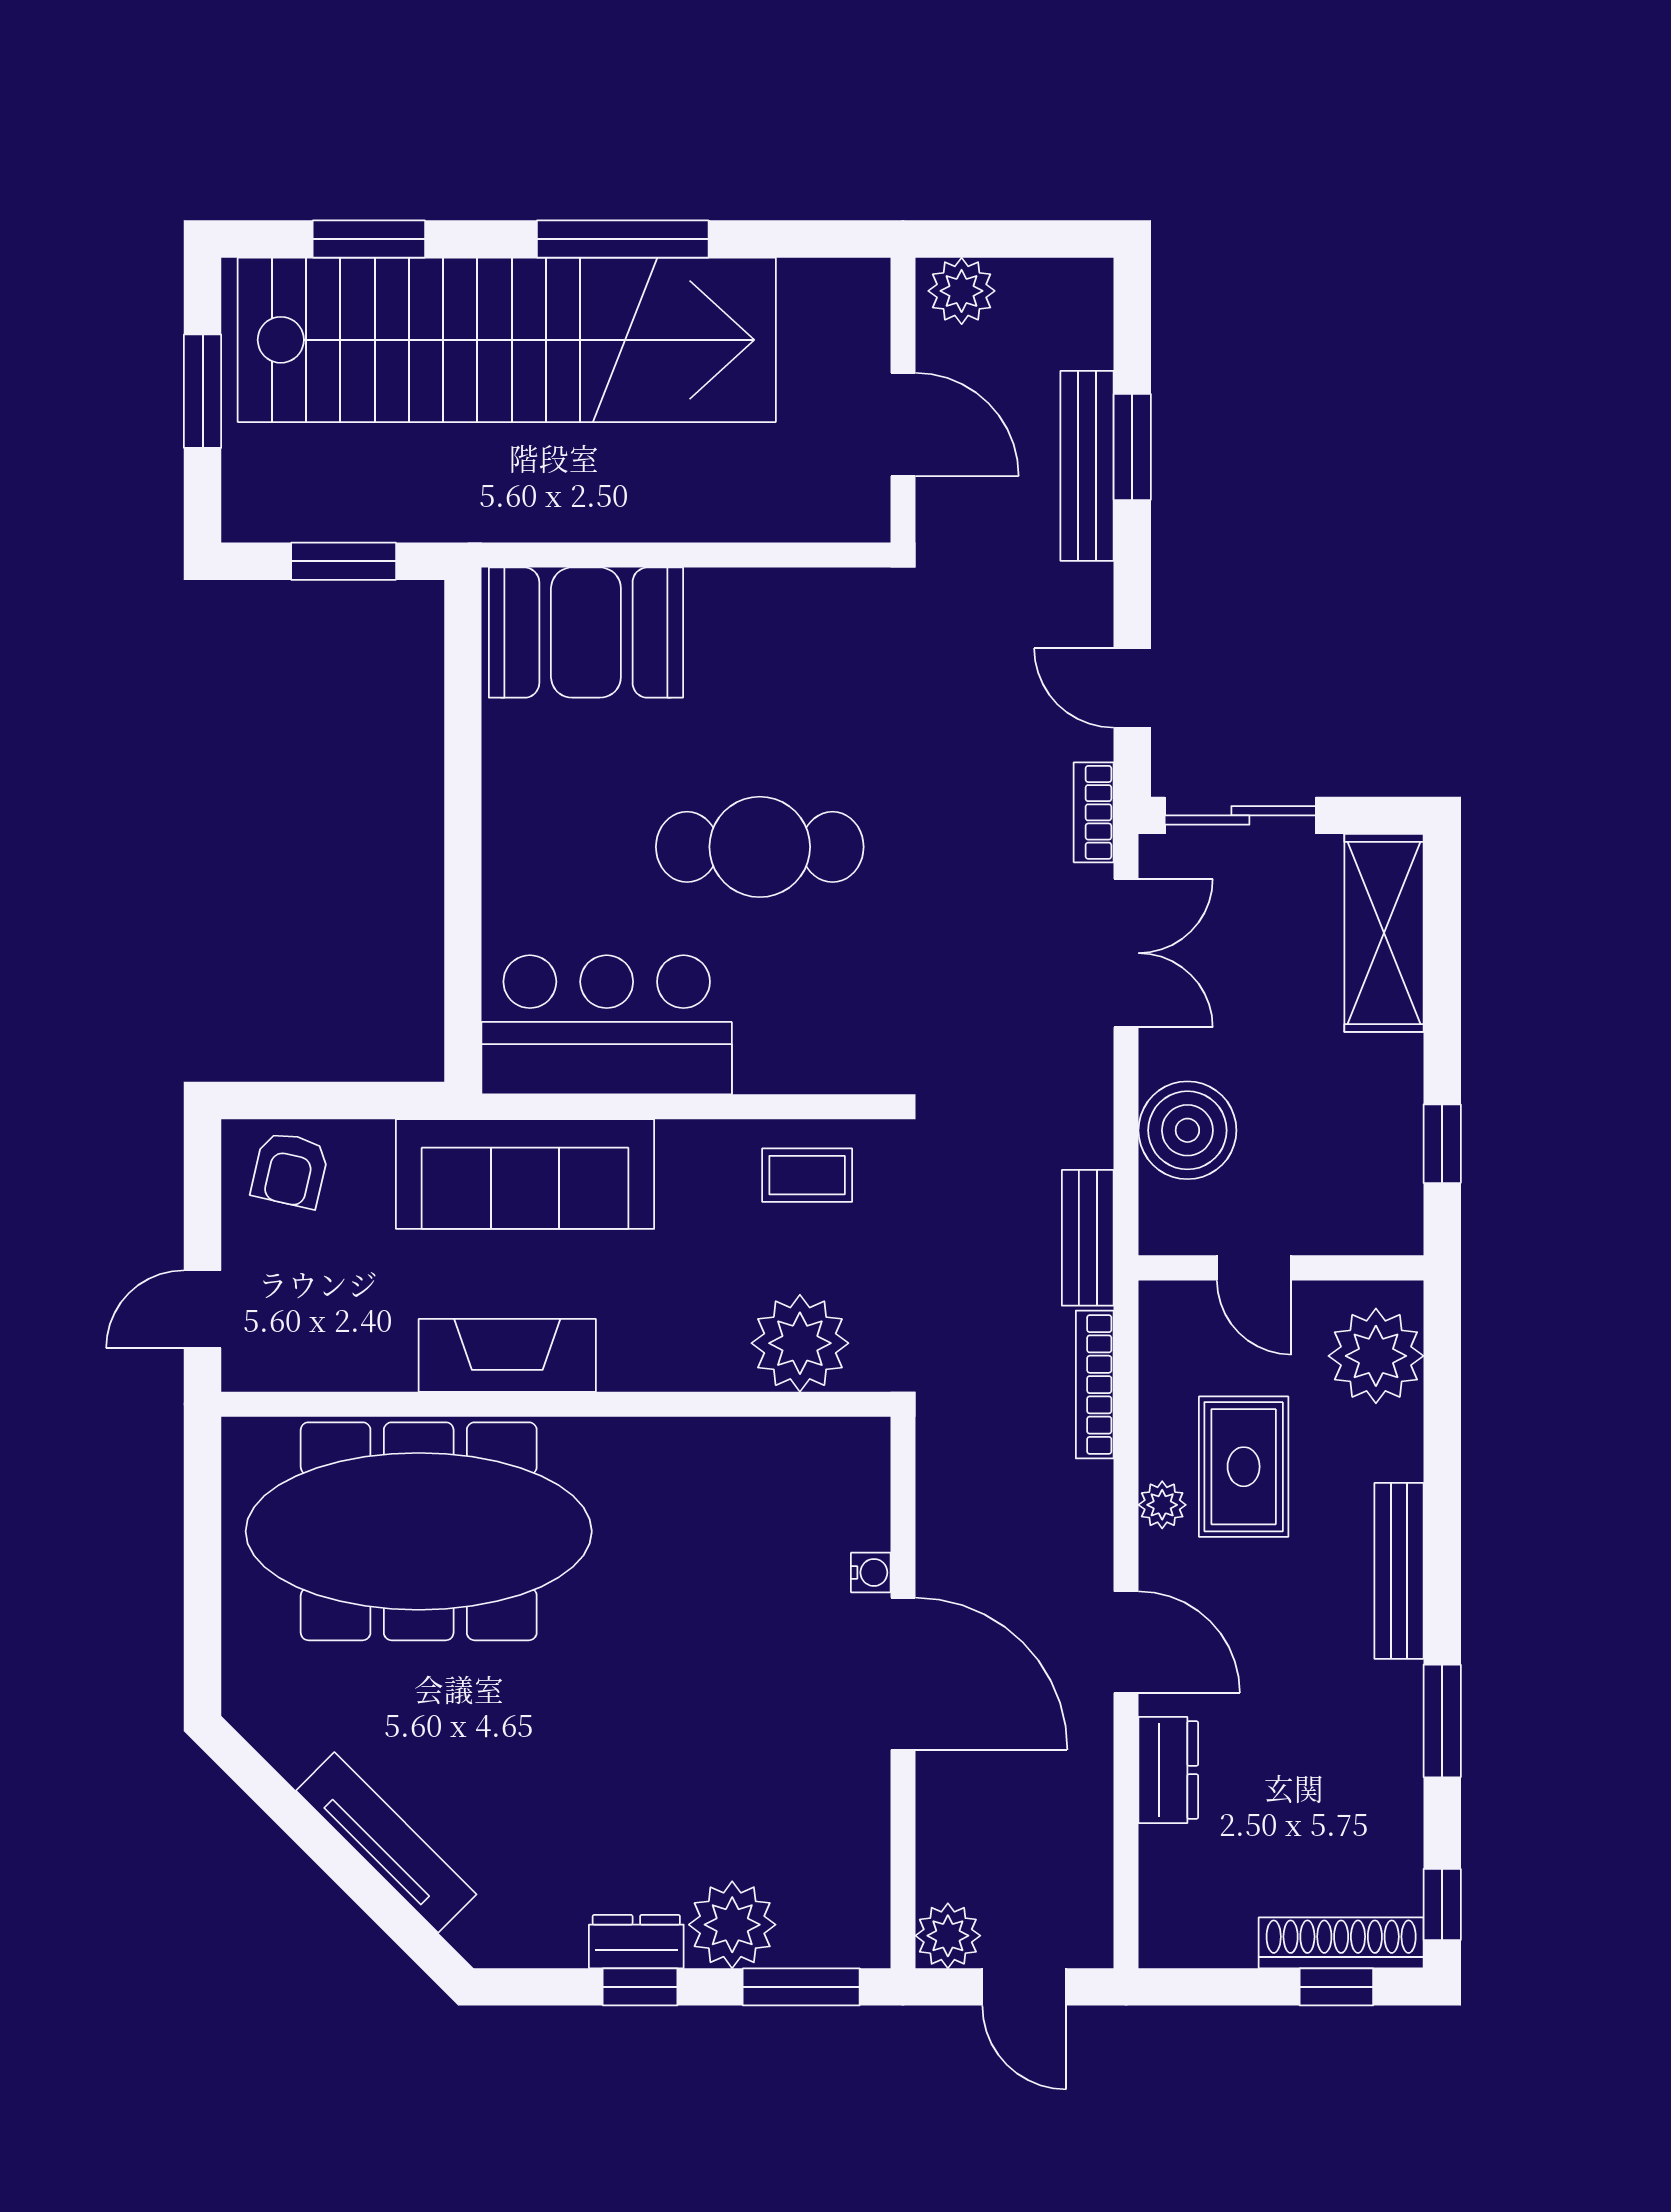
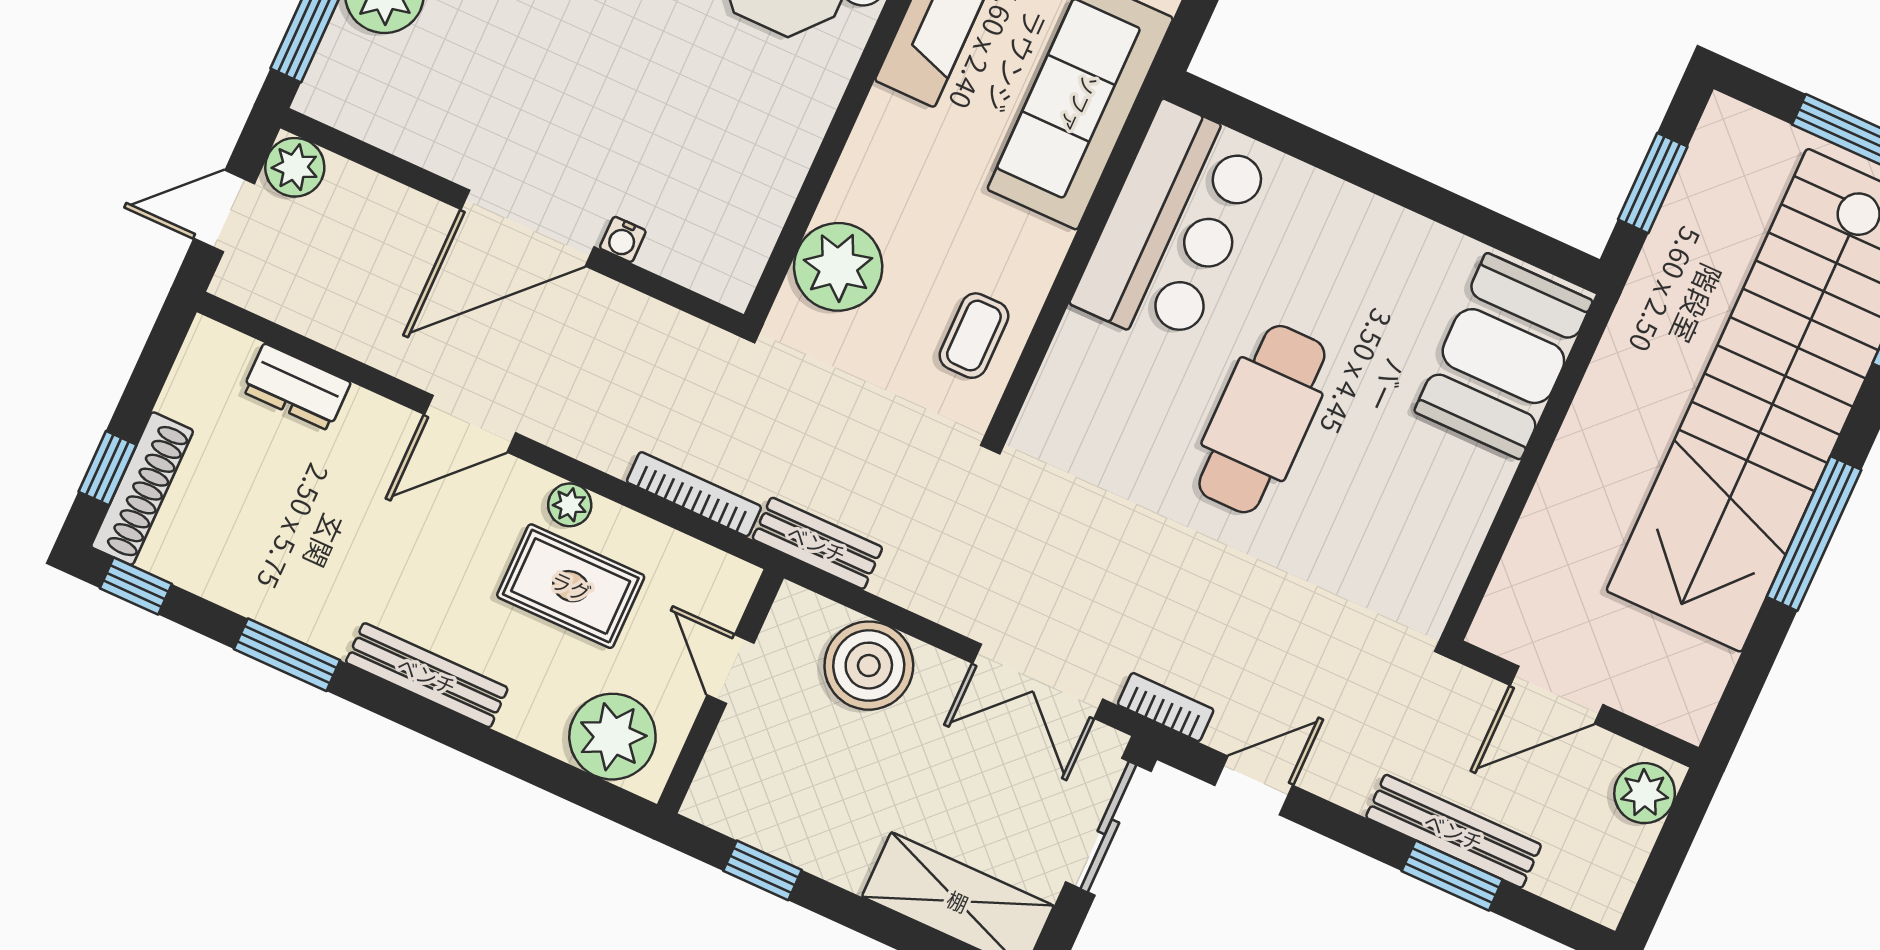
door: (1254, 1268) -> (730, 669), hinge flipped
dresser: (1168, 1770) -> (296, 387), moved

